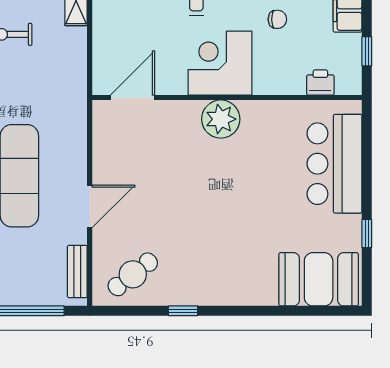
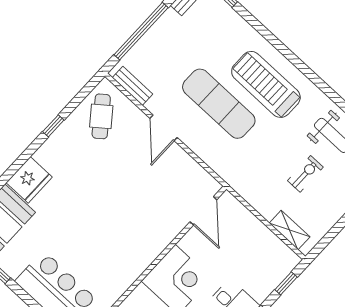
plant: (221, 119) -> (144, 250), removed
fridge: (254, 287) -> (29, 180), added

